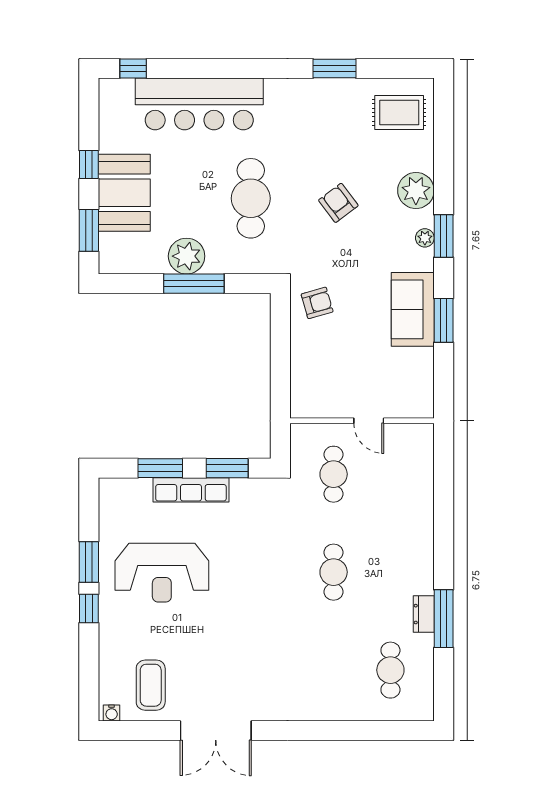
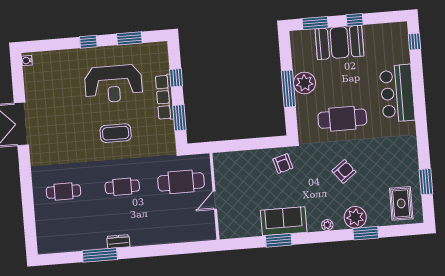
window: (334, 68) -> (426, 182), moved
bar counter: (199, 104) -> (397, 93), width x0.73
window: (444, 236) -> (366, 233), moved
window: (160, 468) -> (176, 78), width x0.67
cafe table: (334, 474) -> (181, 182), width x1.37, depth x1.35
window: (89, 562) -> (129, 38), moved
reception desk: (162, 573) -> (113, 84), turned -90
dresser: (424, 614) -> (118, 242), moved
cafe table: (390, 670) -> (63, 192), moved
coffee table: (151, 685) -> (116, 133), moved

